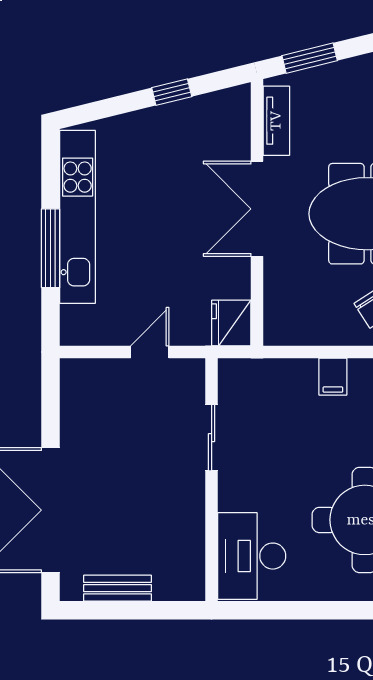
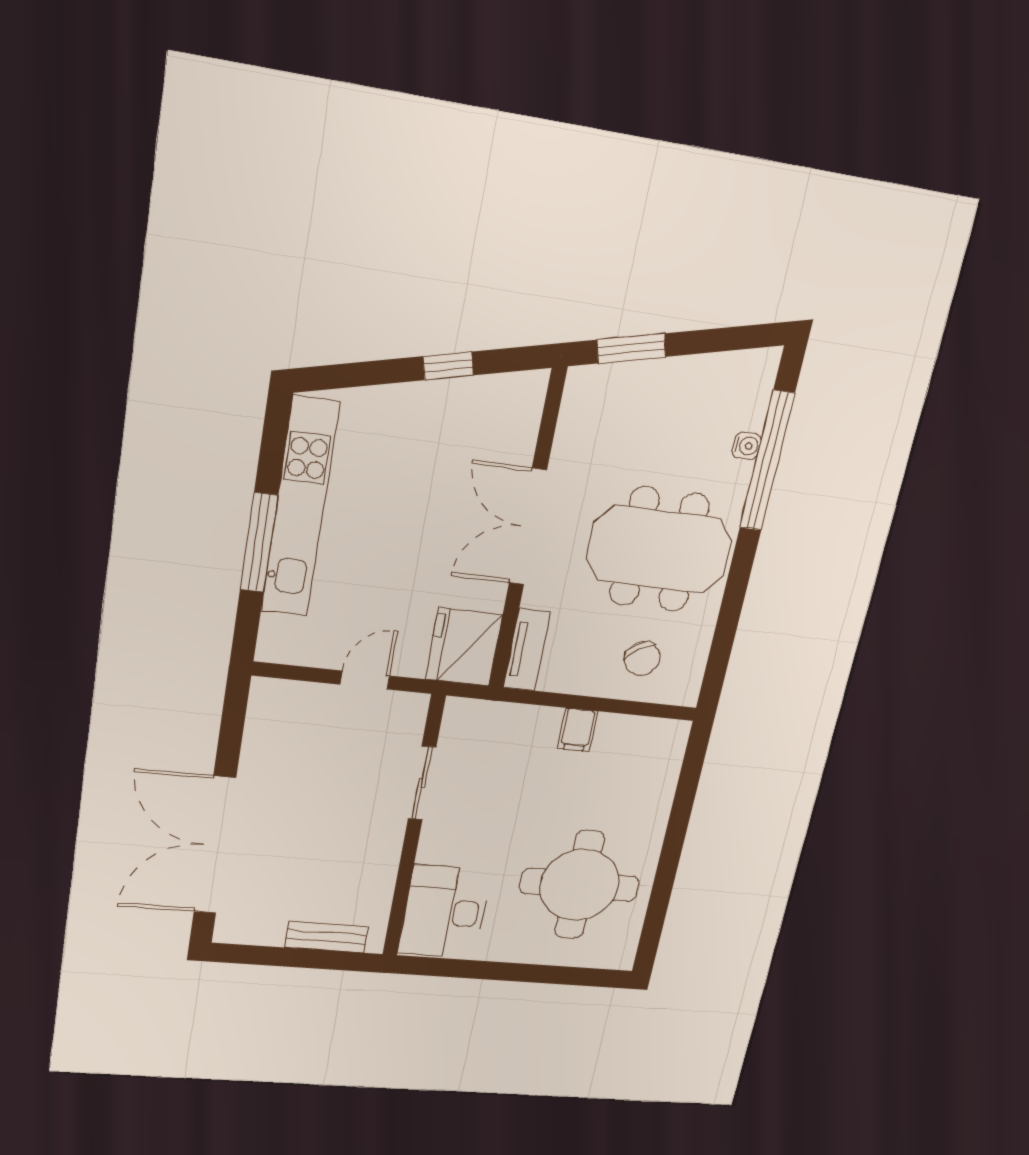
tv unit: (276, 121) -> (527, 650), moved
fridge: (231, 323) -> (464, 647), width x1.36, depth x1.34
bench: (118, 588) -> (326, 937), moved

